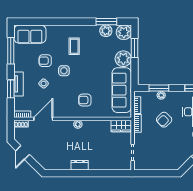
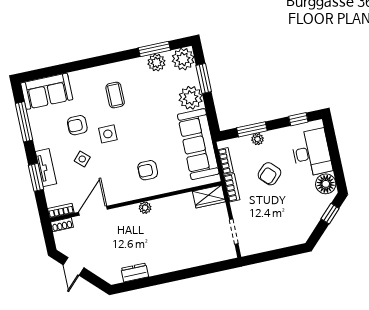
dresser: (80, 165) -> (135, 273), moved

